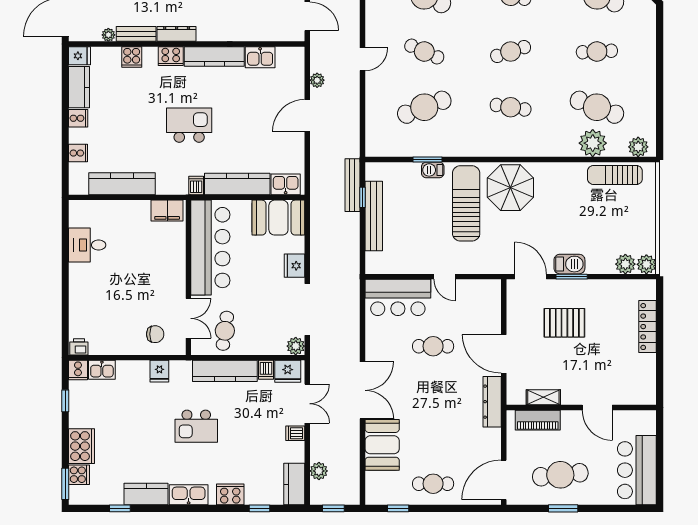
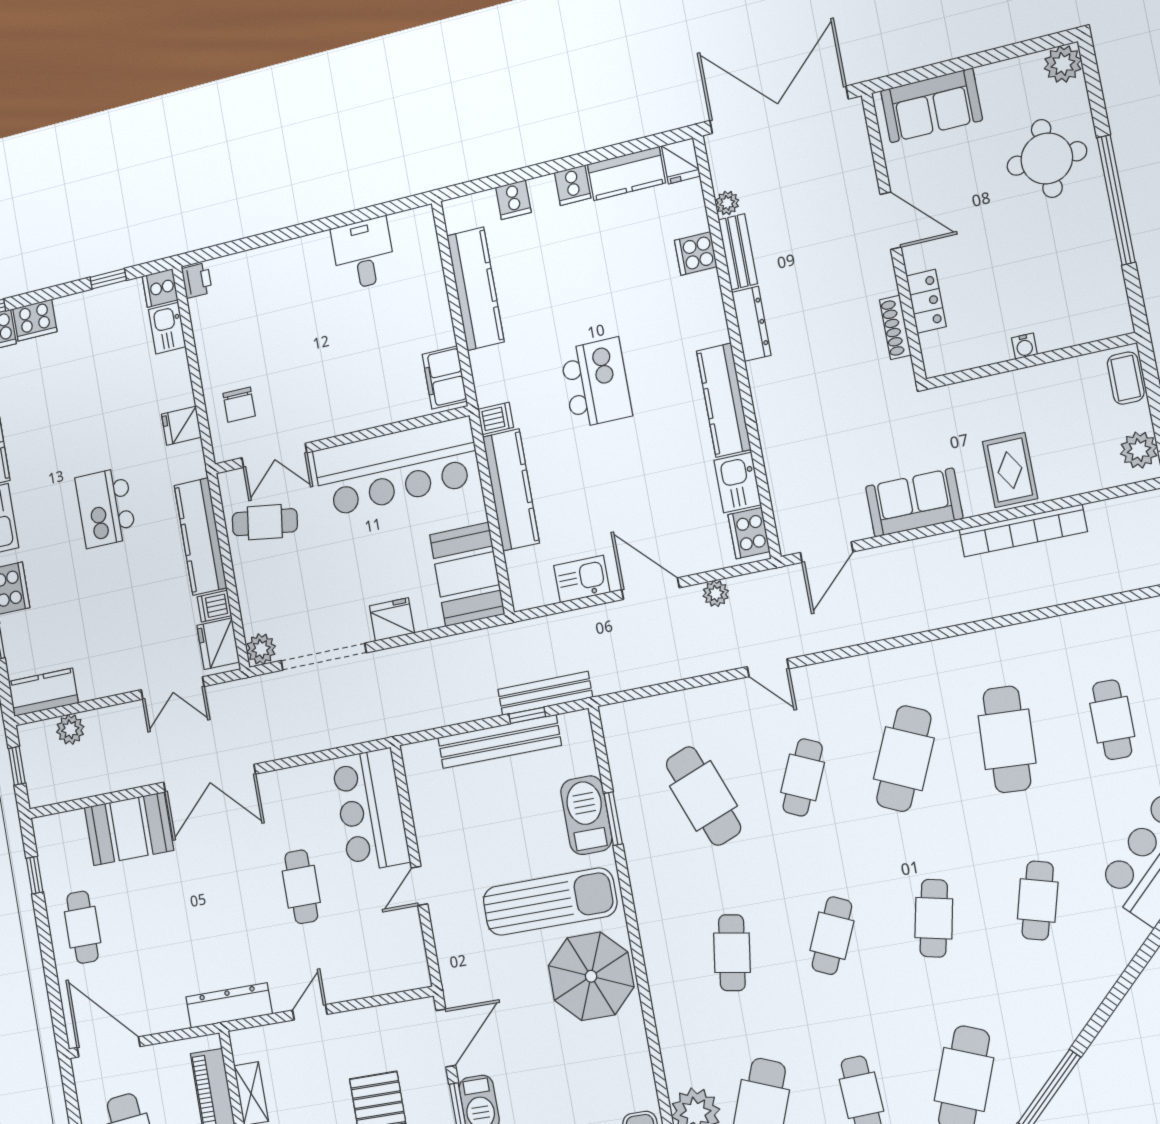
cafe table: (511, 52) -> (832, 936), turned 42
cooker: (171, 56) -> (749, 533), moved
barbecue: (433, 170) -> (586, 815), width x1.88, depth x1.53
kitchen sink: (286, 184) -> (582, 579), moved, turned -90
door: (504, 354) -> (310, 1012), width x0.53
dishwasher: (295, 433) -> (122, 677), removed
cooker: (82, 446) -> (35, 320), width x0.73, depth x0.76

